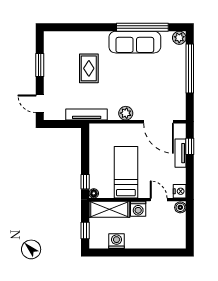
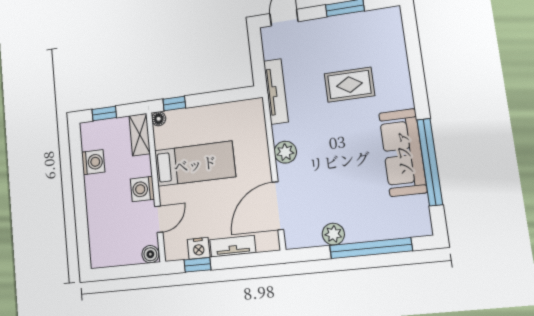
plant: (179, 38) -> (333, 234), moved
window: (190, 146) -> (197, 265), moved
nightstand: (180, 191) -> (199, 248), moved
shelving: (109, 209) -> (140, 135), width x0.67, depth x0.75

